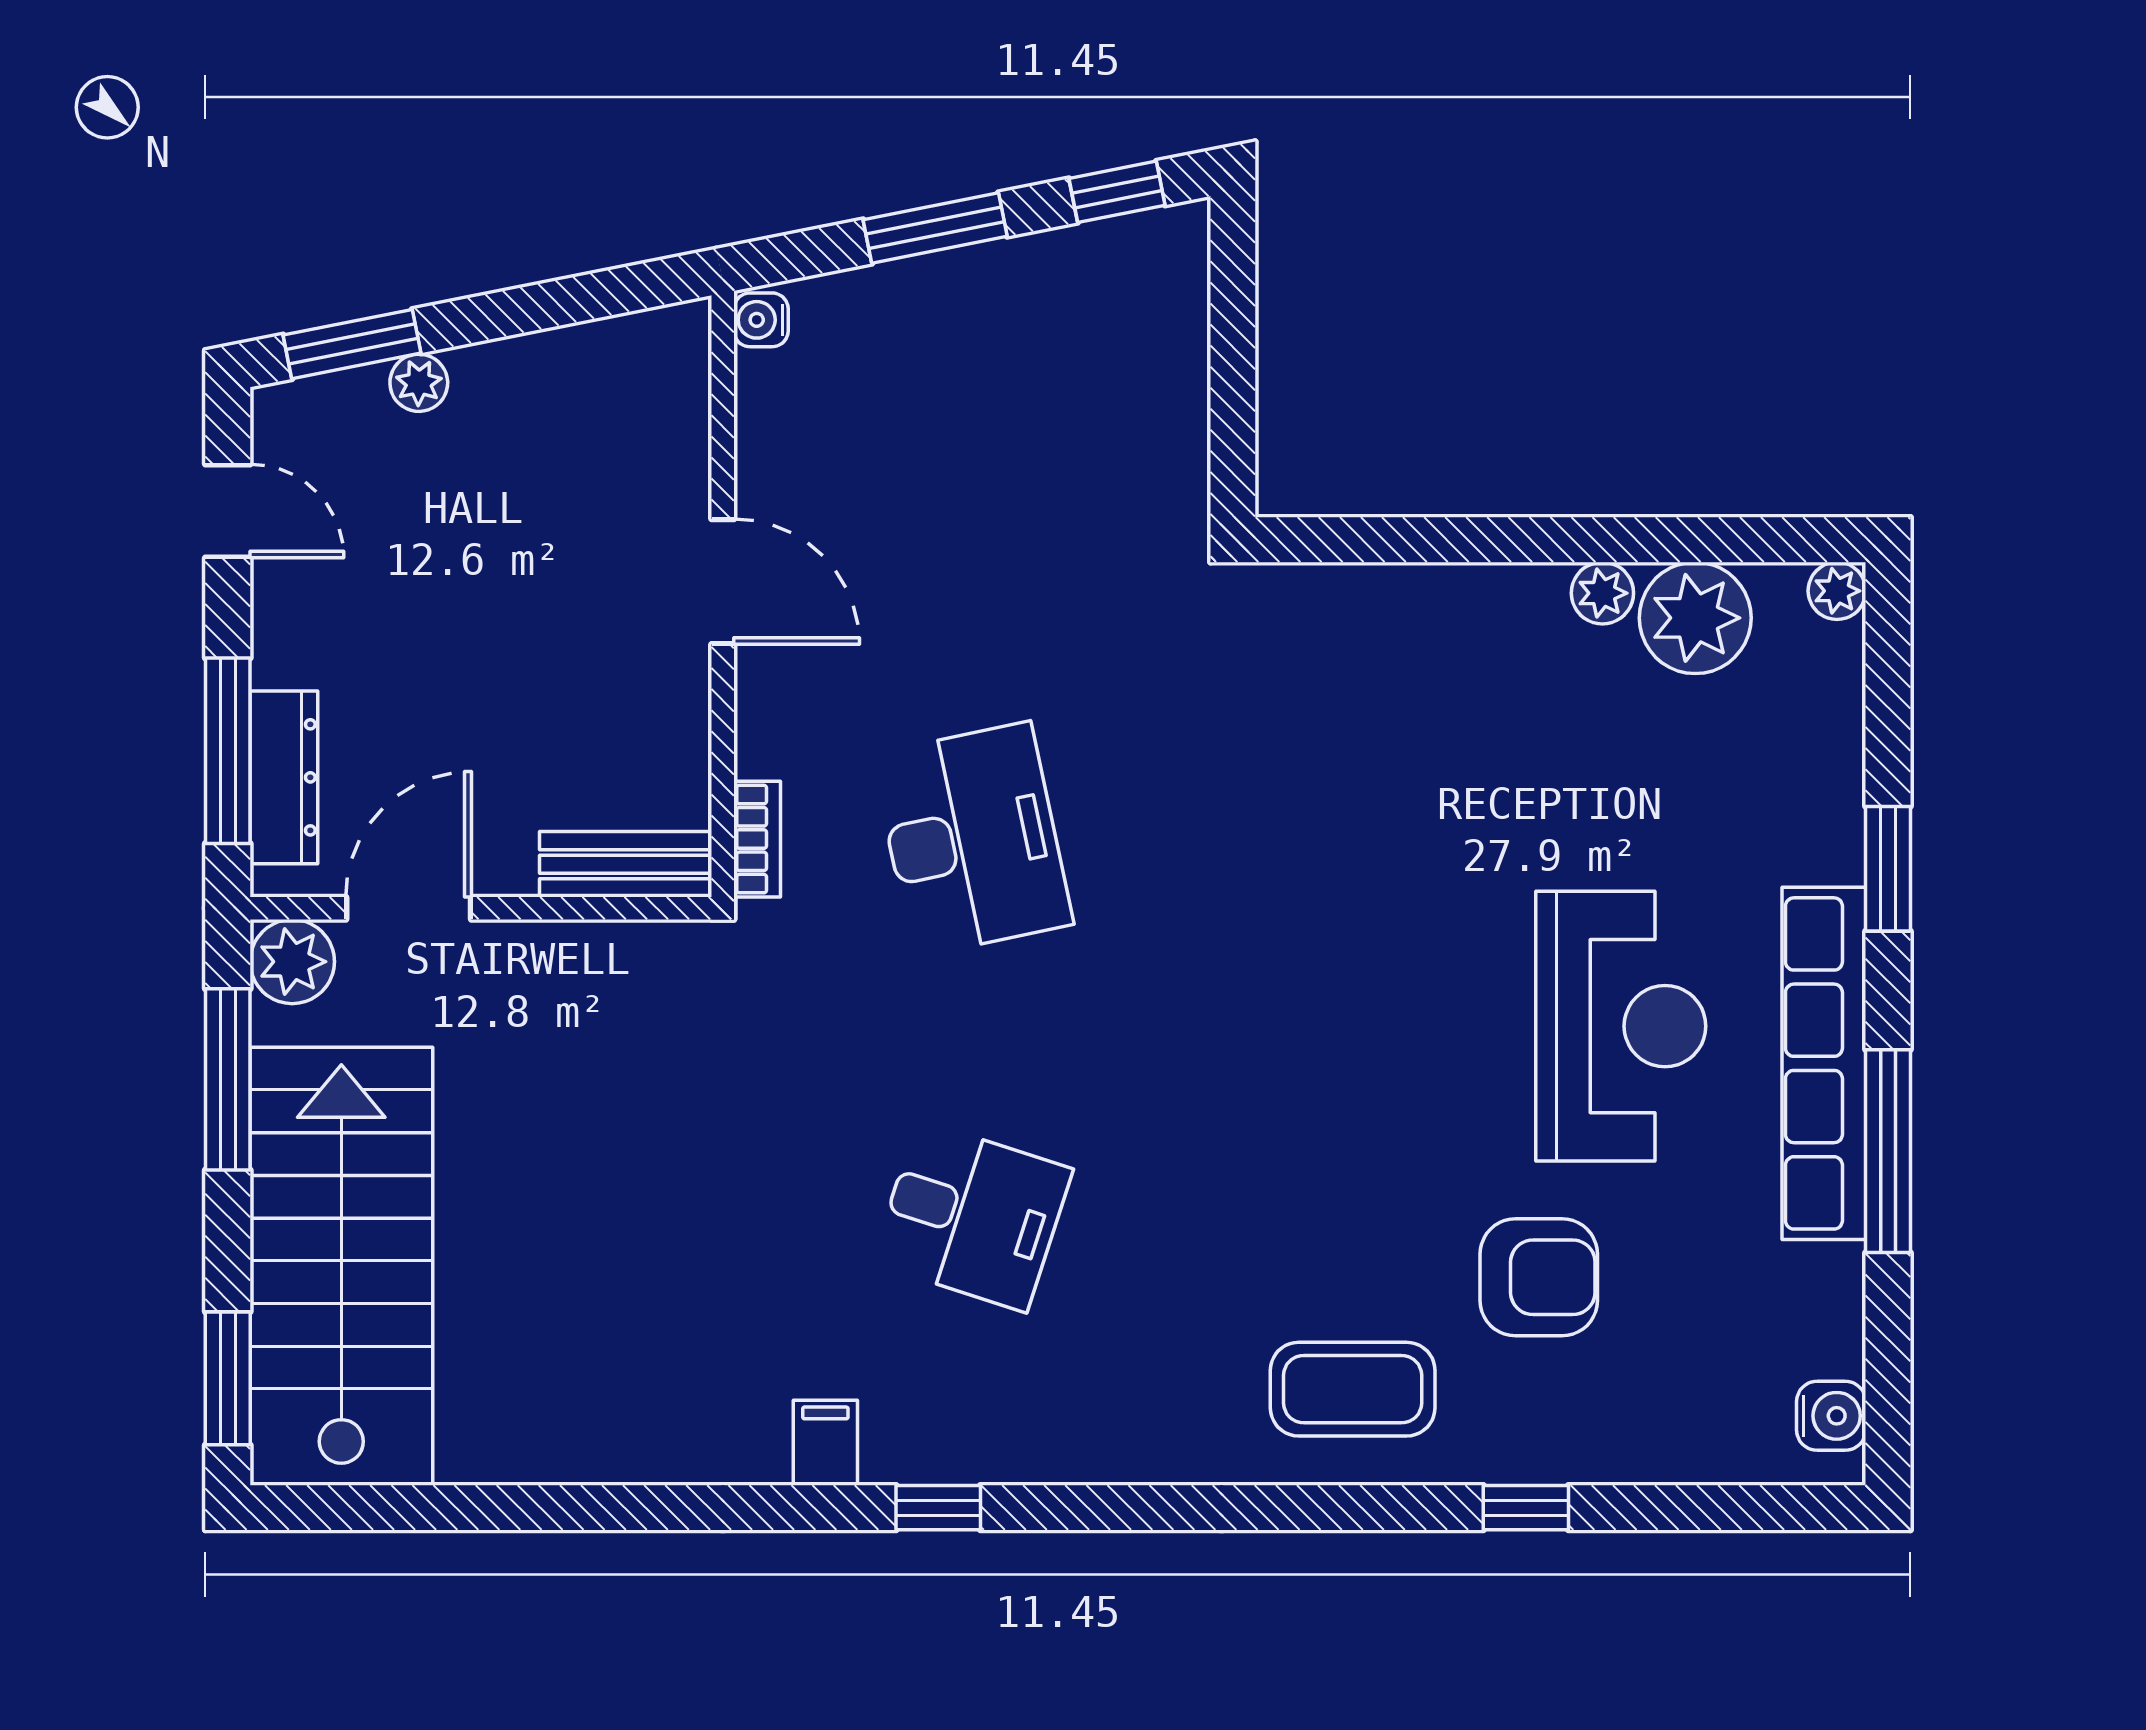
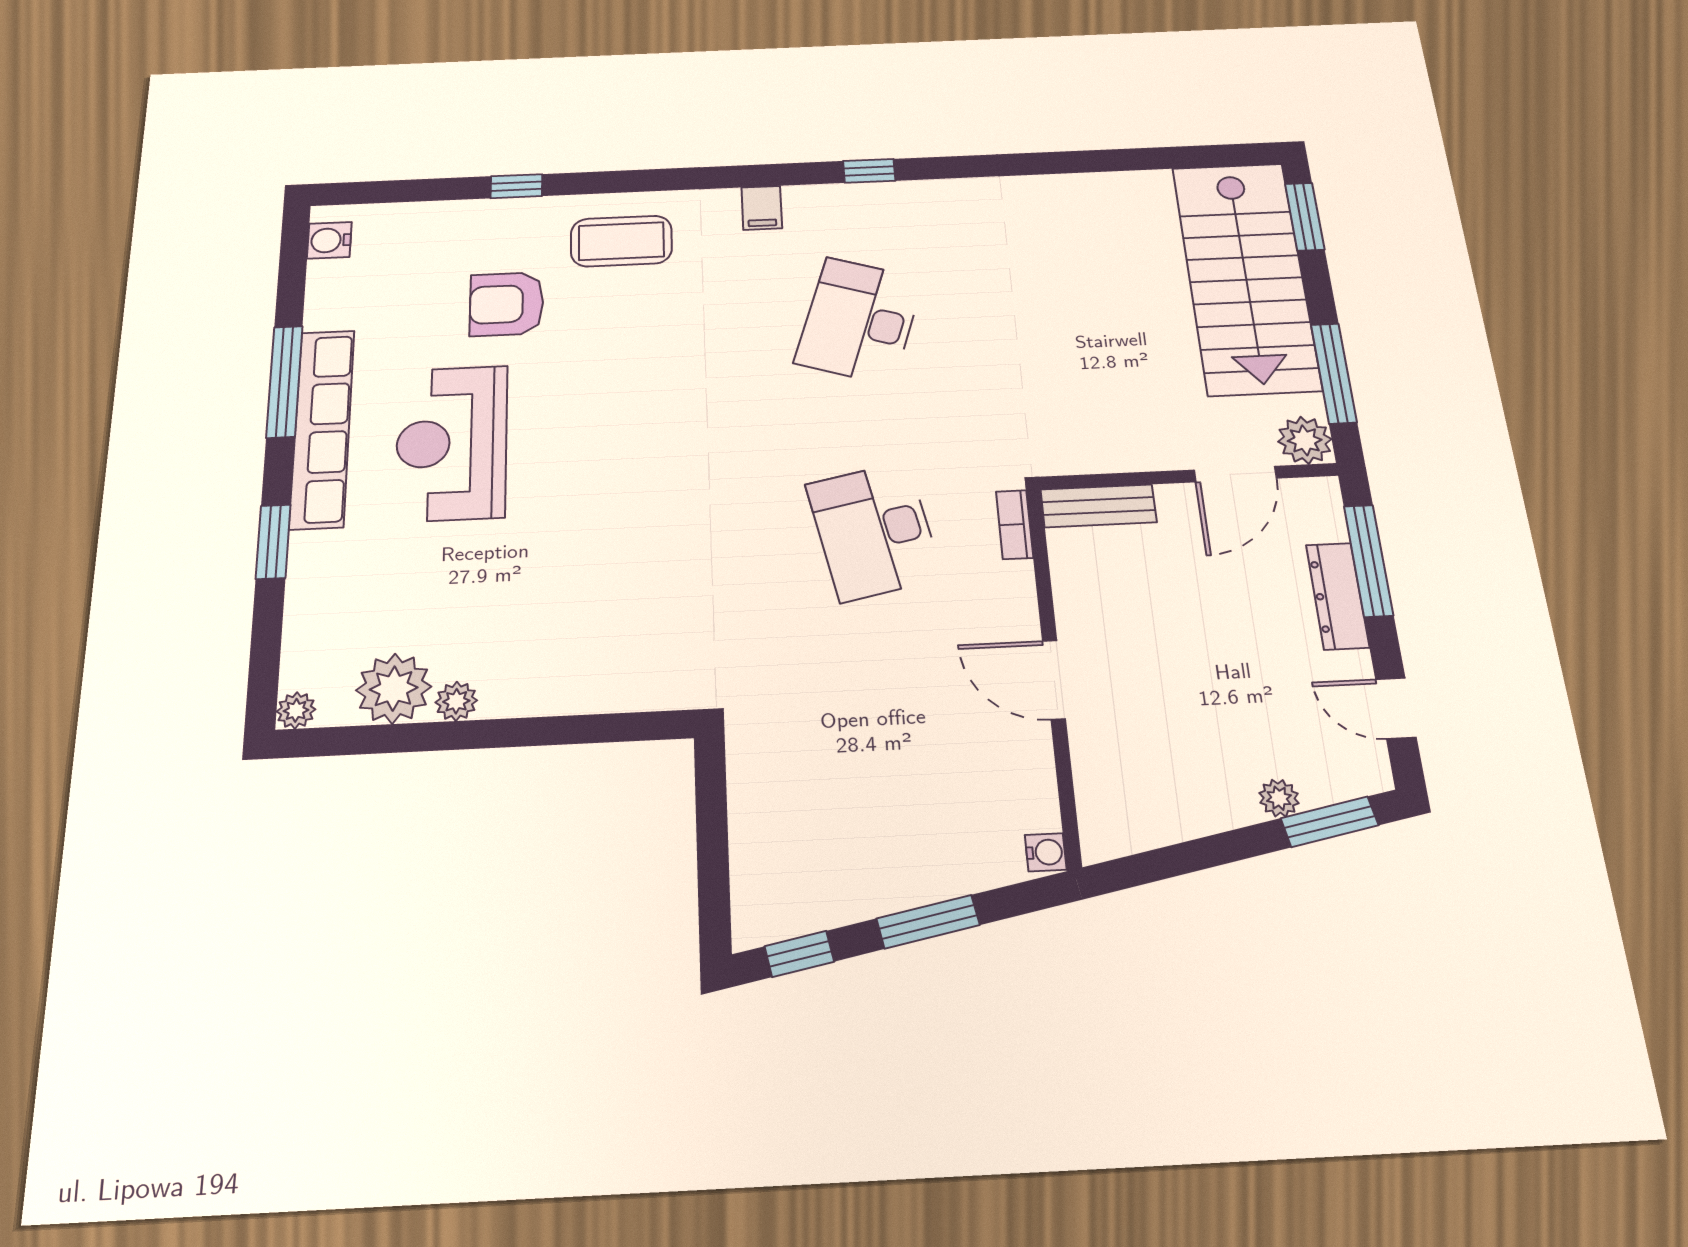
dresser: (284, 777) -> (1338, 596), moved
desk: (972, 1216) -> (859, 321), width x1.37
filing cabinet: (825, 1443) -> (762, 208), moved

